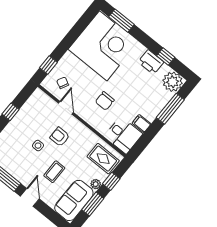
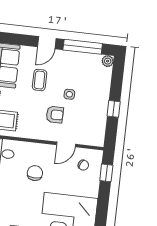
door: (66, 108) -> (66, 144), hinge flipped
door: (30, 197) -> (47, 43), hinge flipped

